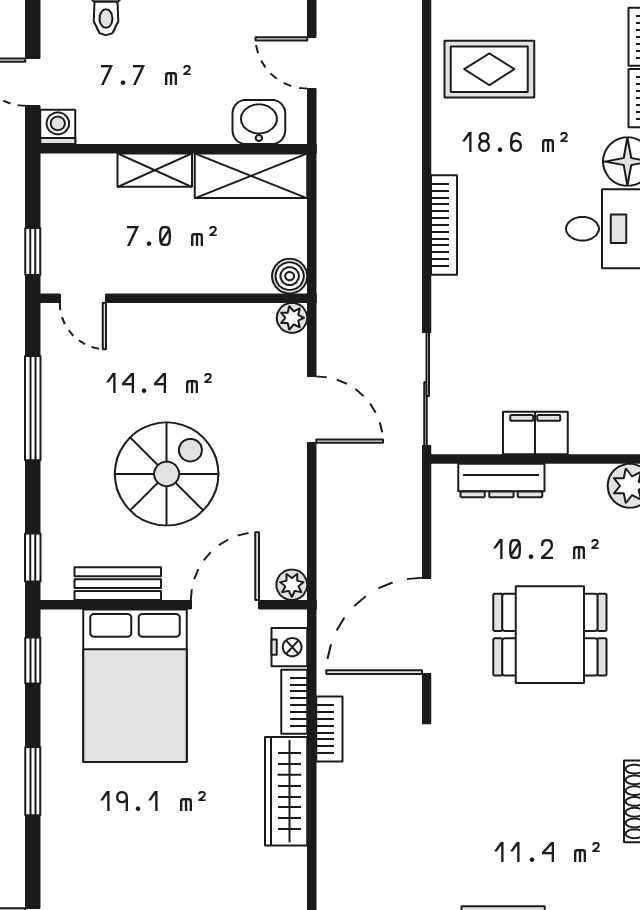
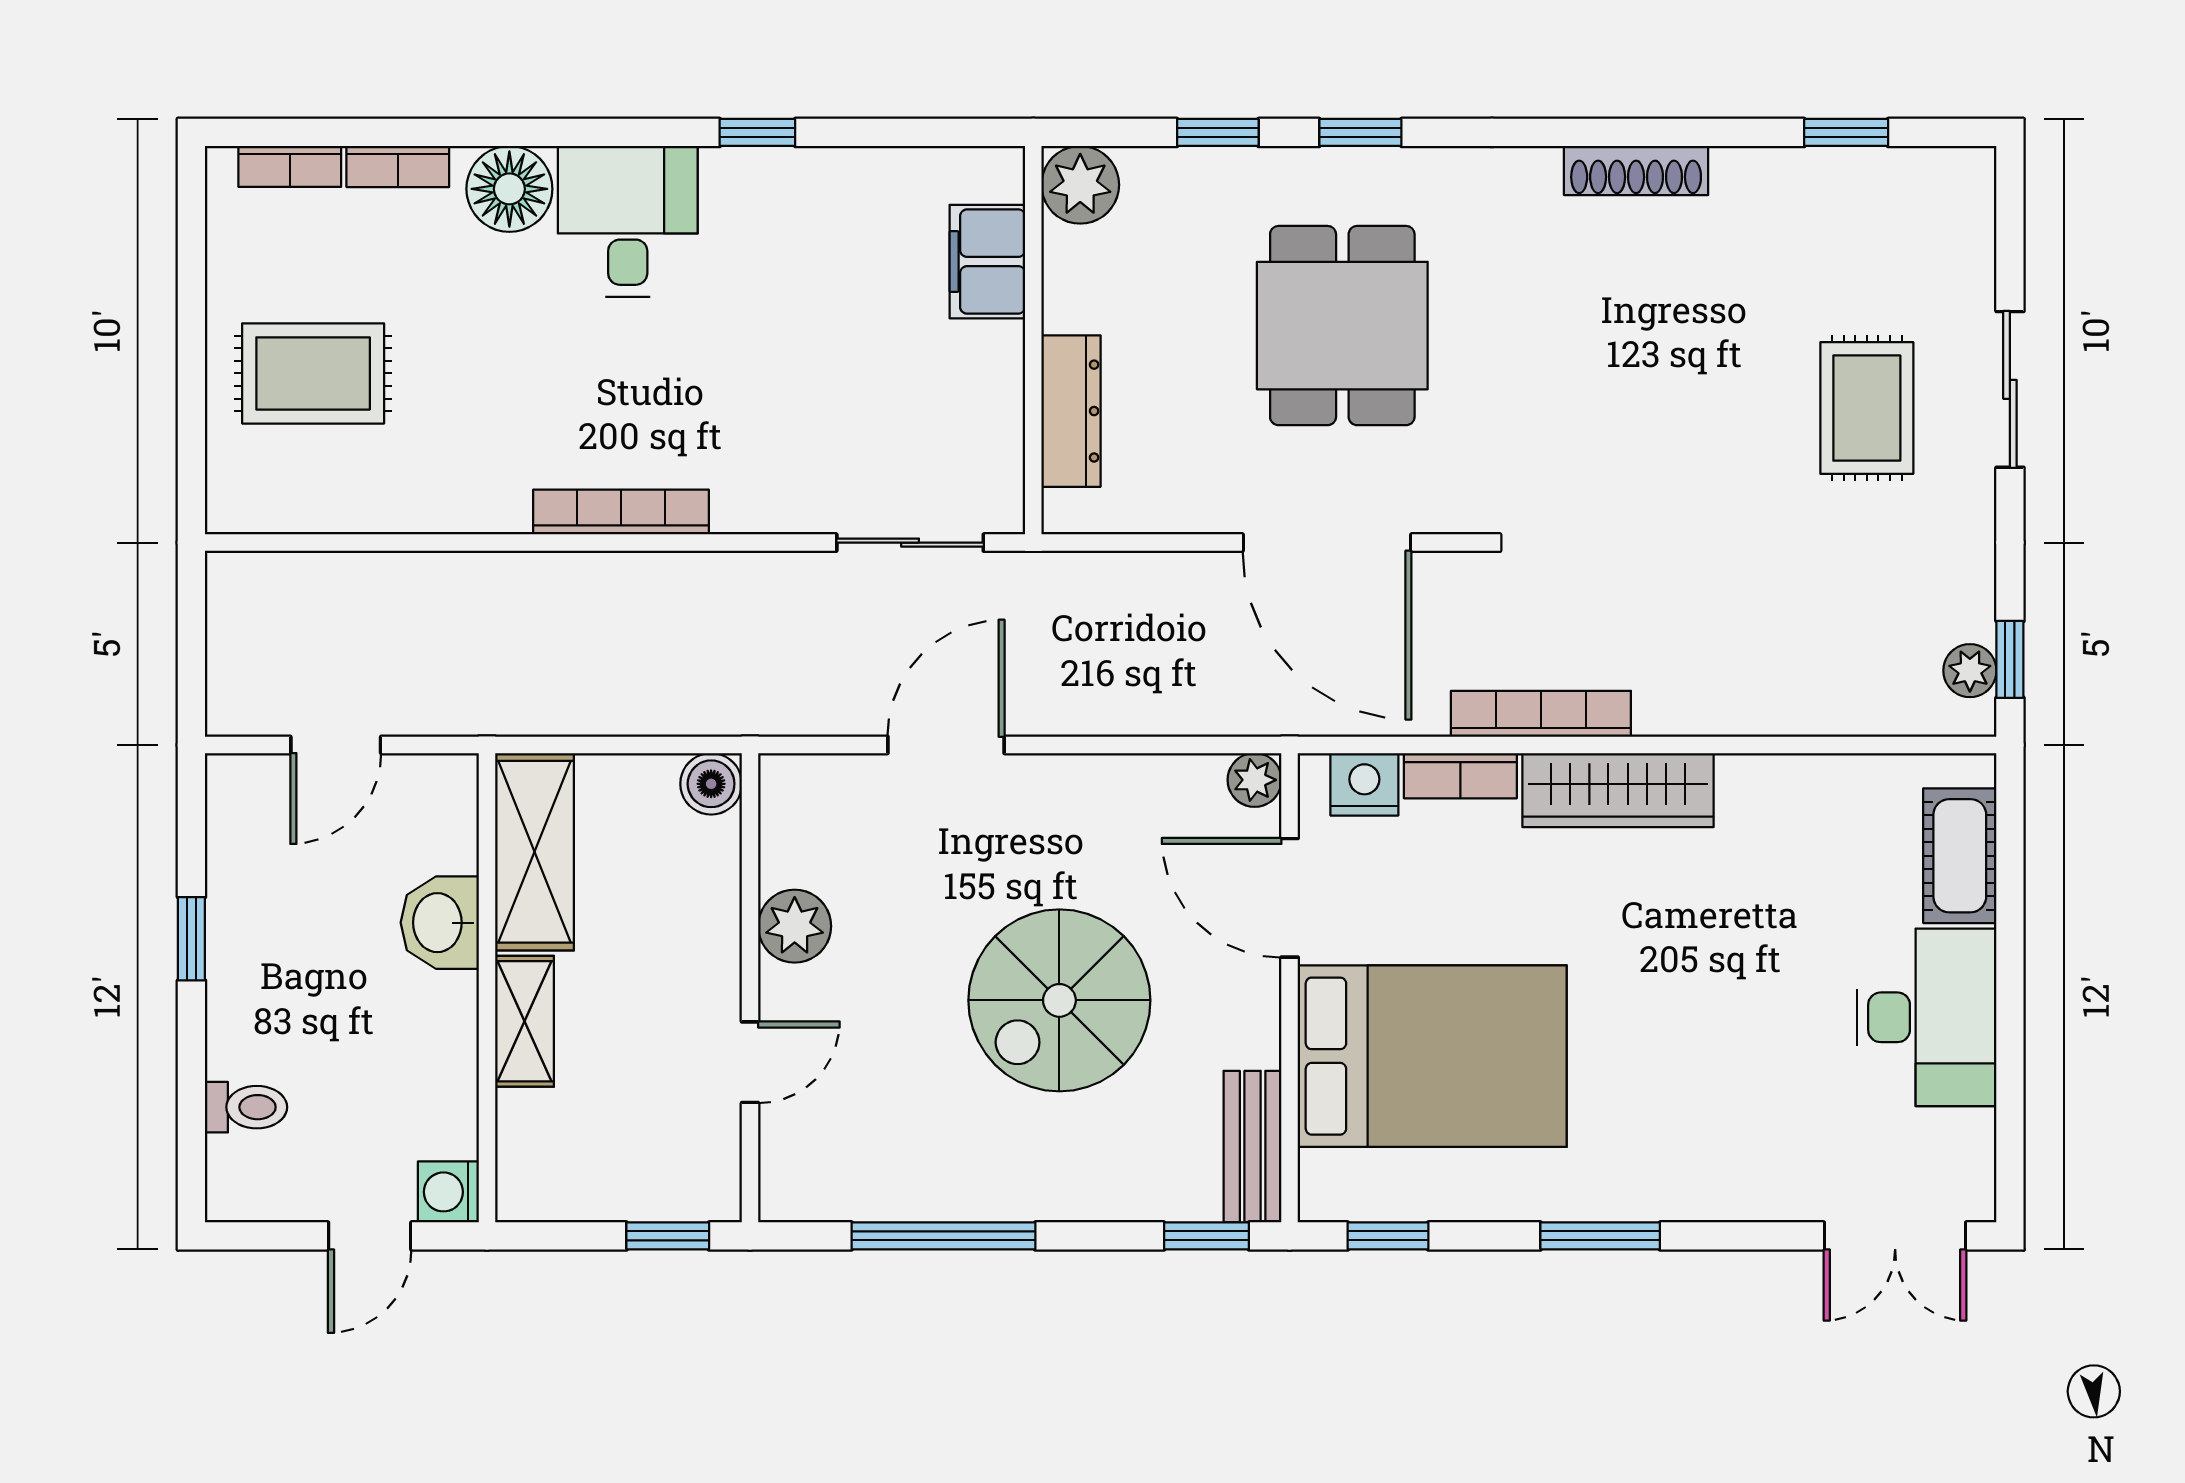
rug: (489, 69) -> (313, 373), moved, turned 90
washbasin: (259, 122) -> (440, 923), moved
door: (83, 298) -> (750, 1062), moved
plant: (292, 318) -> (795, 926), moved, width x1.38, depth x1.38
sliding door: (427, 389) -> (910, 543), width x0.73
filing cabinet: (535, 433) -> (987, 262), moved
spiral stairs: (167, 474) -> (1059, 1000), turned -90
bench: (118, 584) -> (1253, 1147), moved
bookcase: (329, 729) -> (1541, 714), width x1.56

